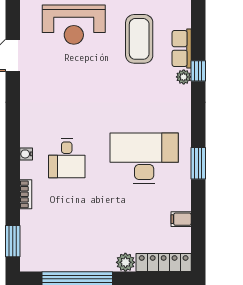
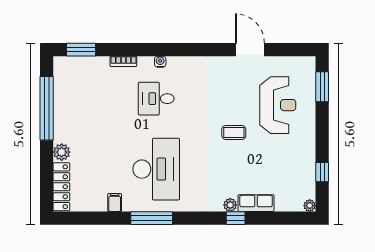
reception desk: (74, 25) -> (278, 105), turned 180
coffee table: (139, 39) -> (234, 132), moved, width x0.54, depth x0.58
window: (198, 163) -> (152, 218), width x1.44
filing cabinet: (181, 219) -> (115, 203), moved

